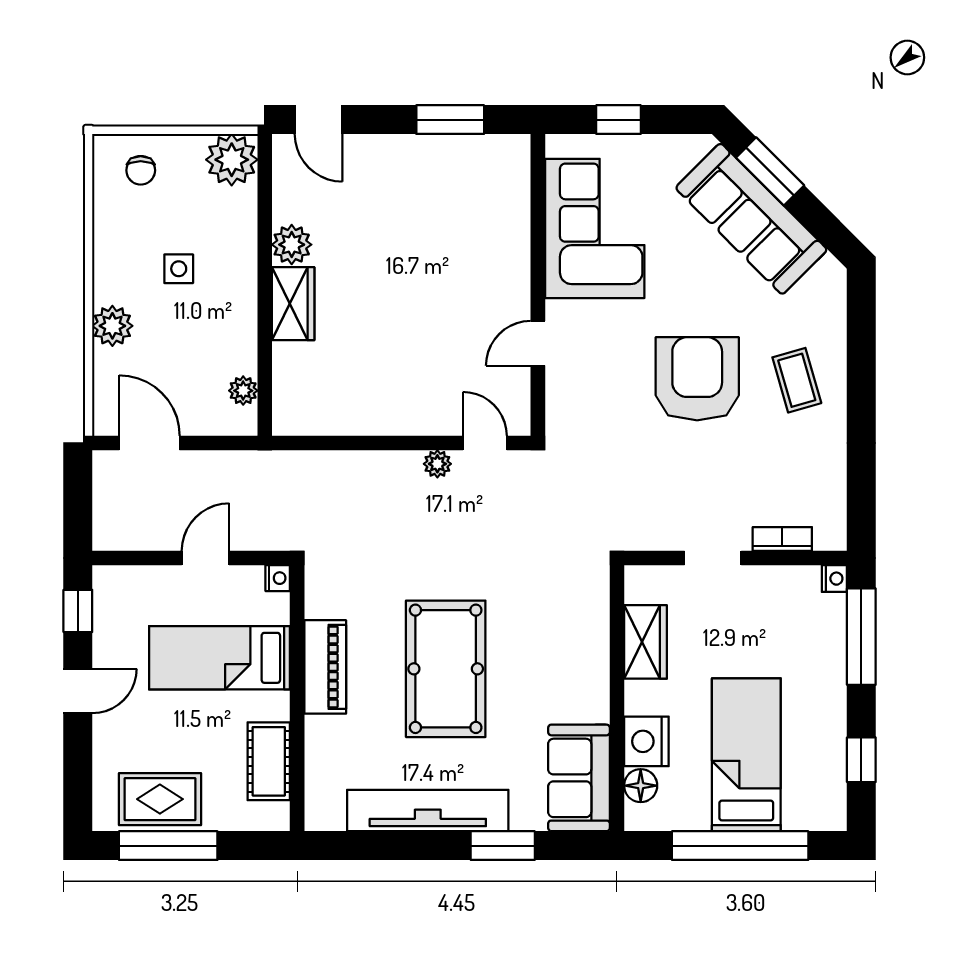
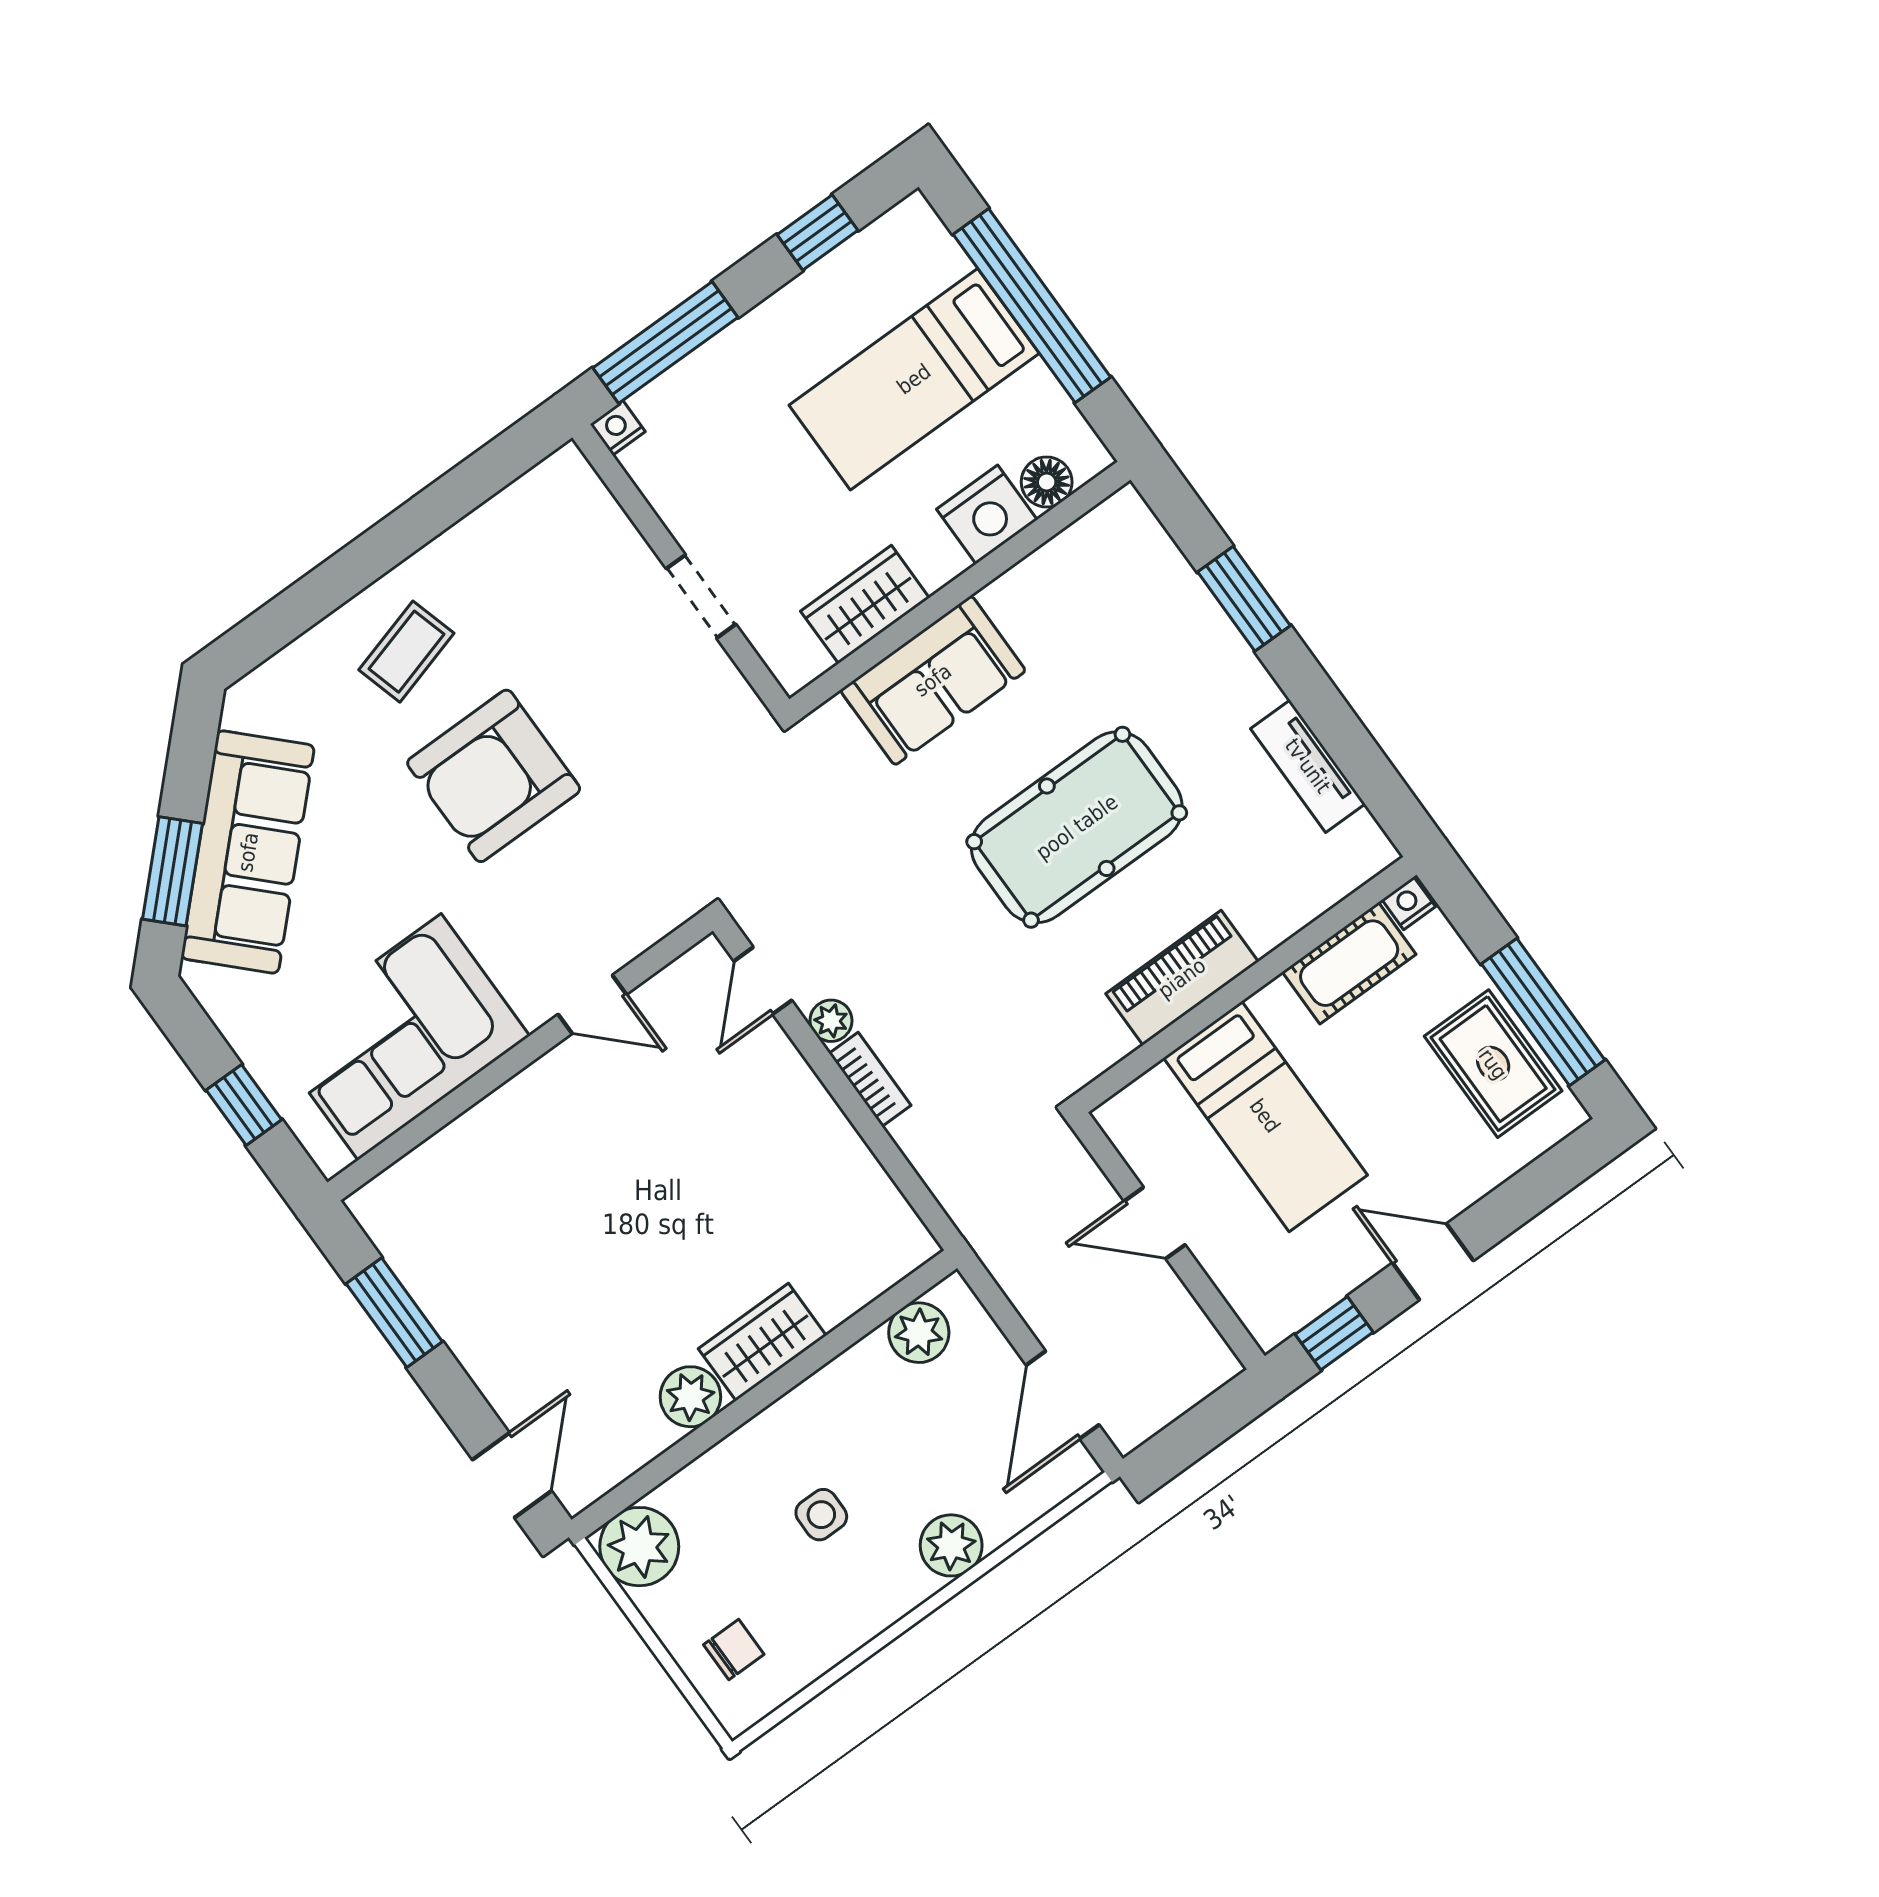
plant: (243, 391) -> (919, 1333), width x1.38, depth x1.38
bookcase: (782, 539) -> (870, 1079), moved, turned 180
nightstand: (278, 578) -> (1409, 903), moved
sofa: (579, 778) -> (933, 680), moved
tv unit: (428, 810) -> (1308, 766), width x0.52, depth x0.78

